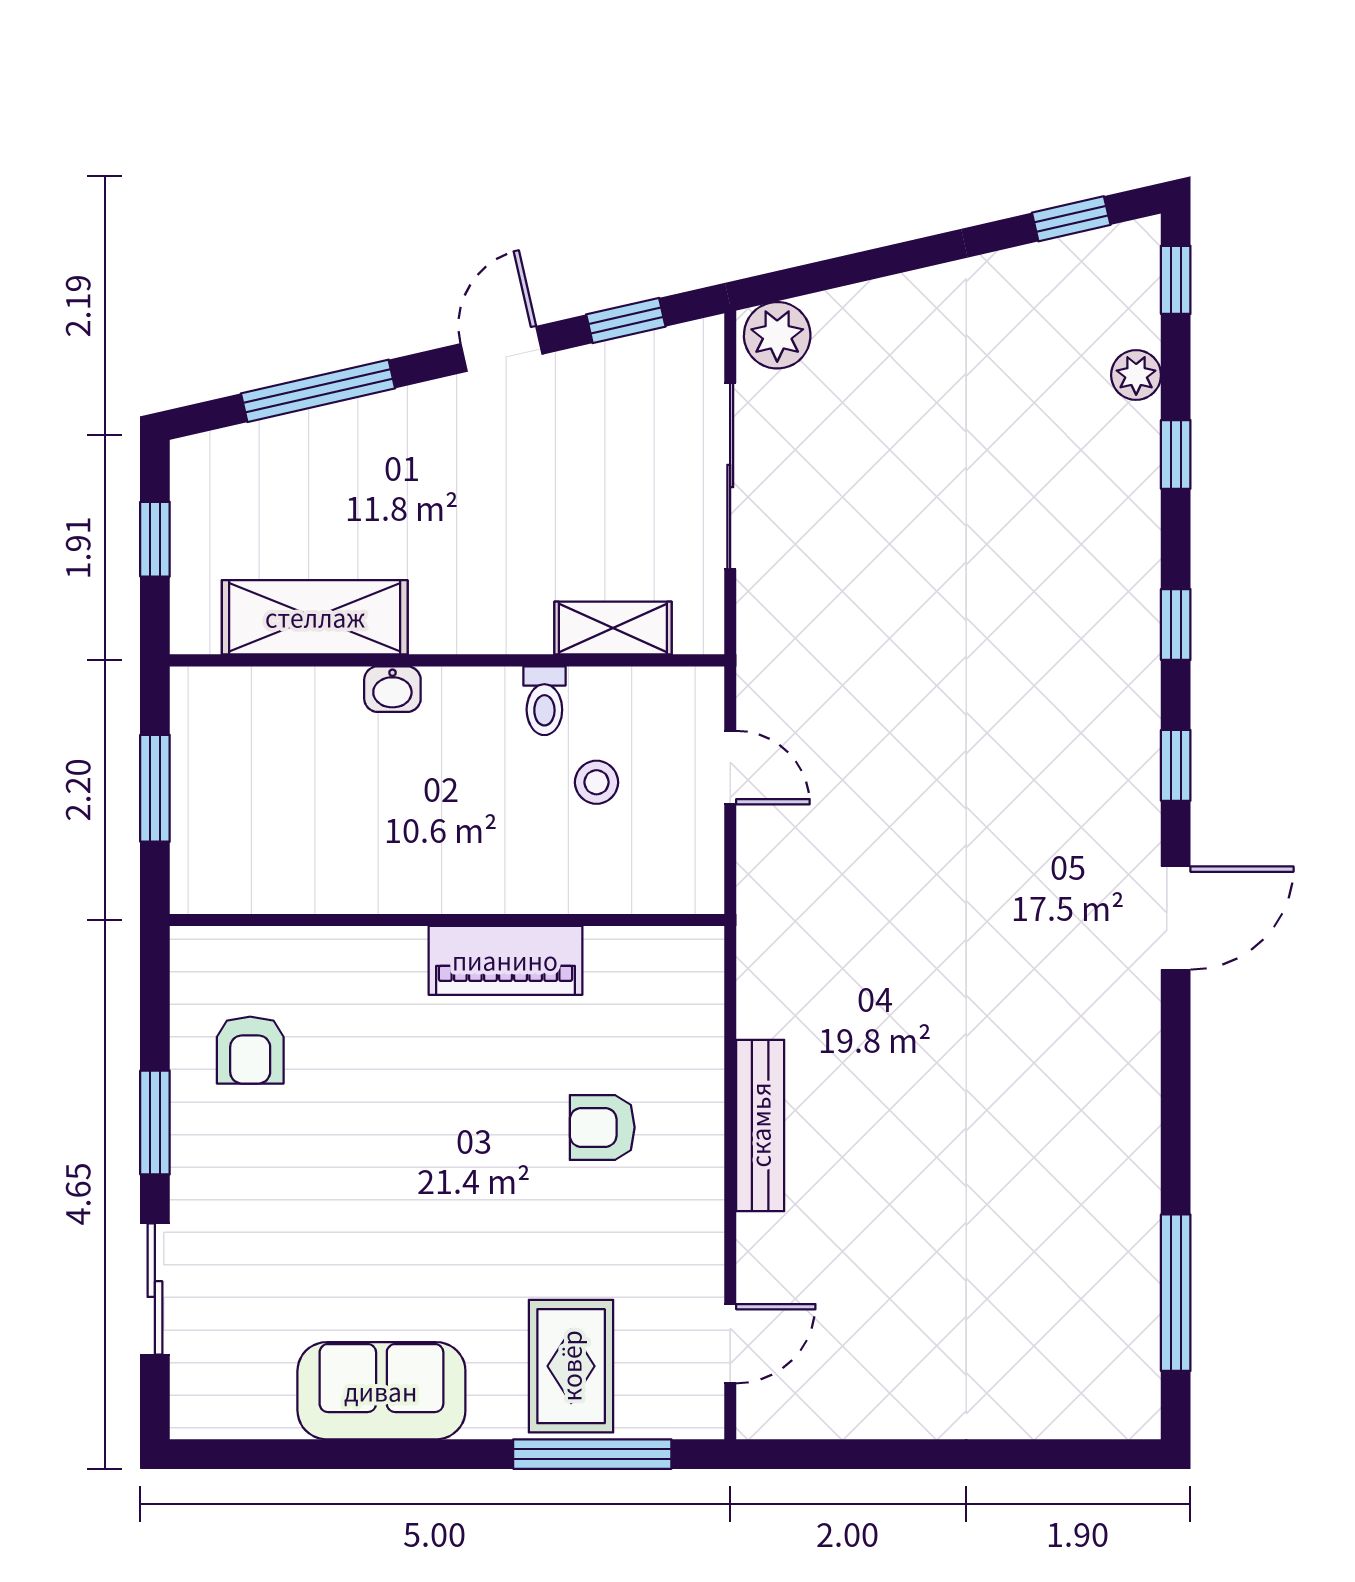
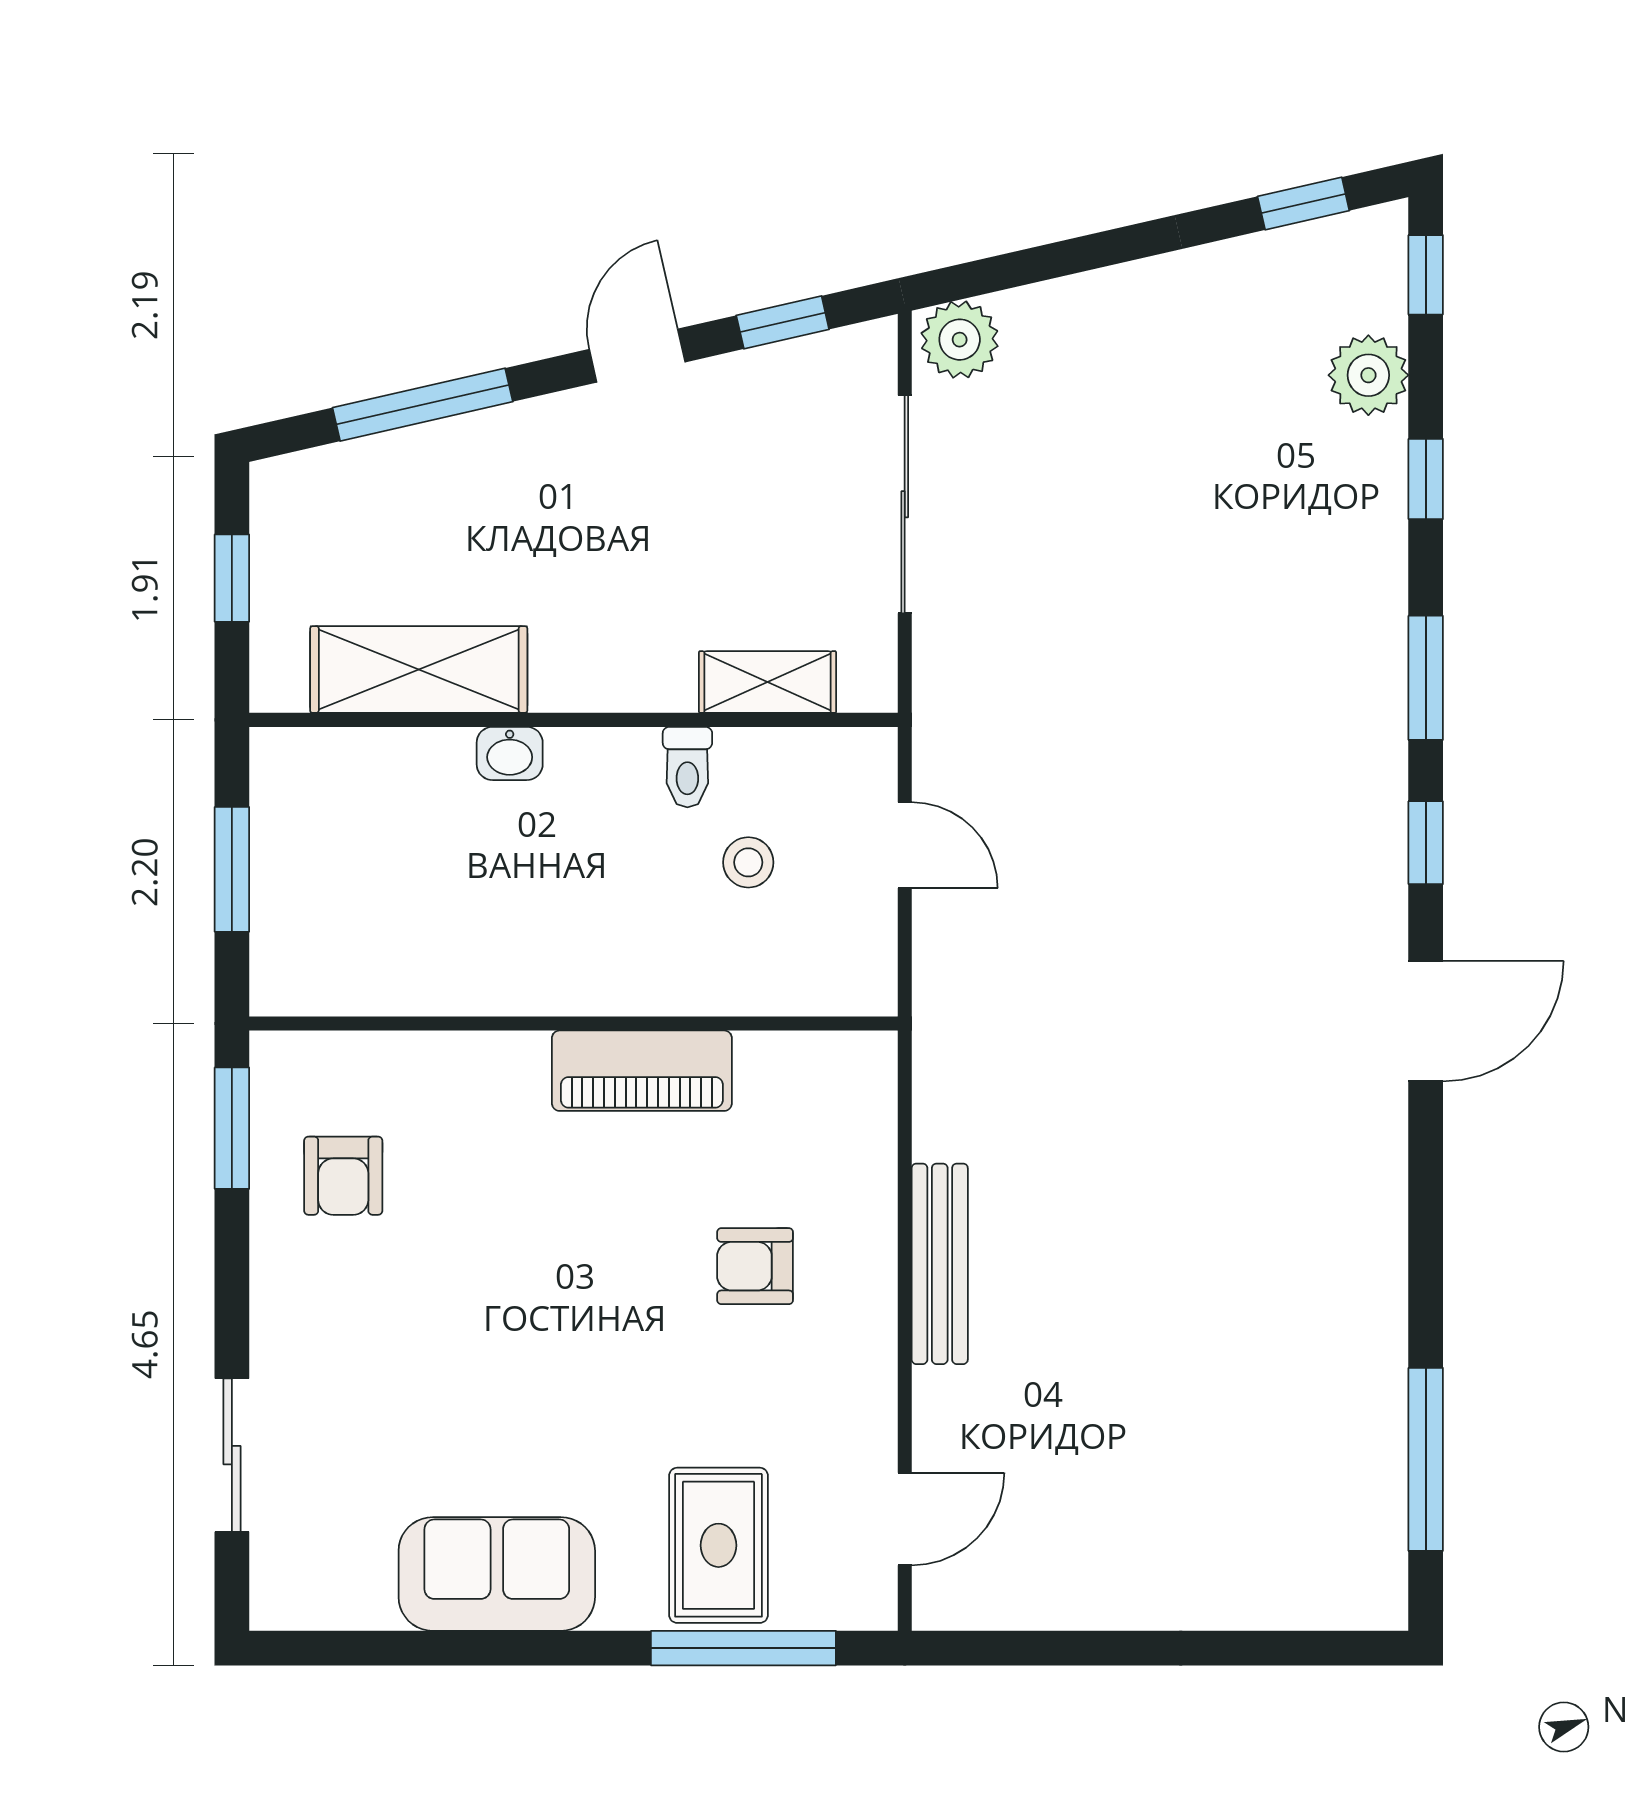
plant: (1136, 375) -> (1368, 375), width x1.38, depth x1.38
window: (1176, 624) -> (1426, 678), width x1.50
window: (155, 1122) -> (232, 1128), moved

